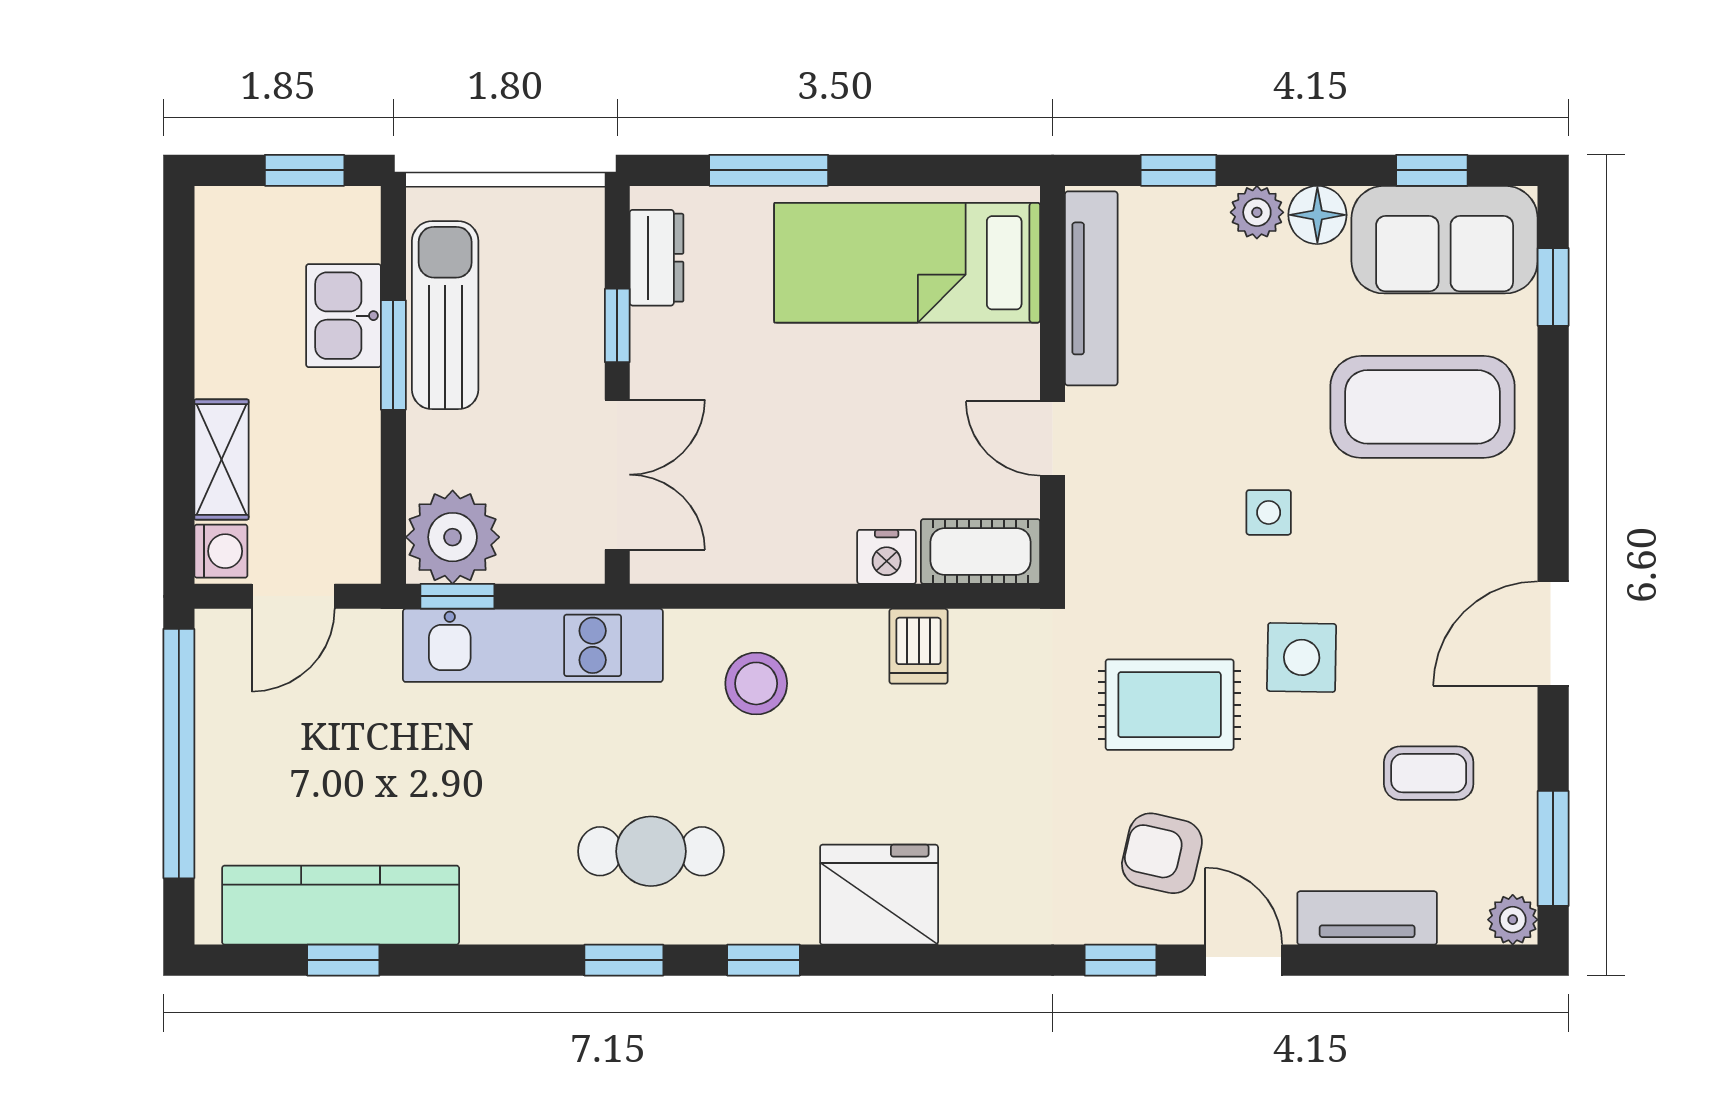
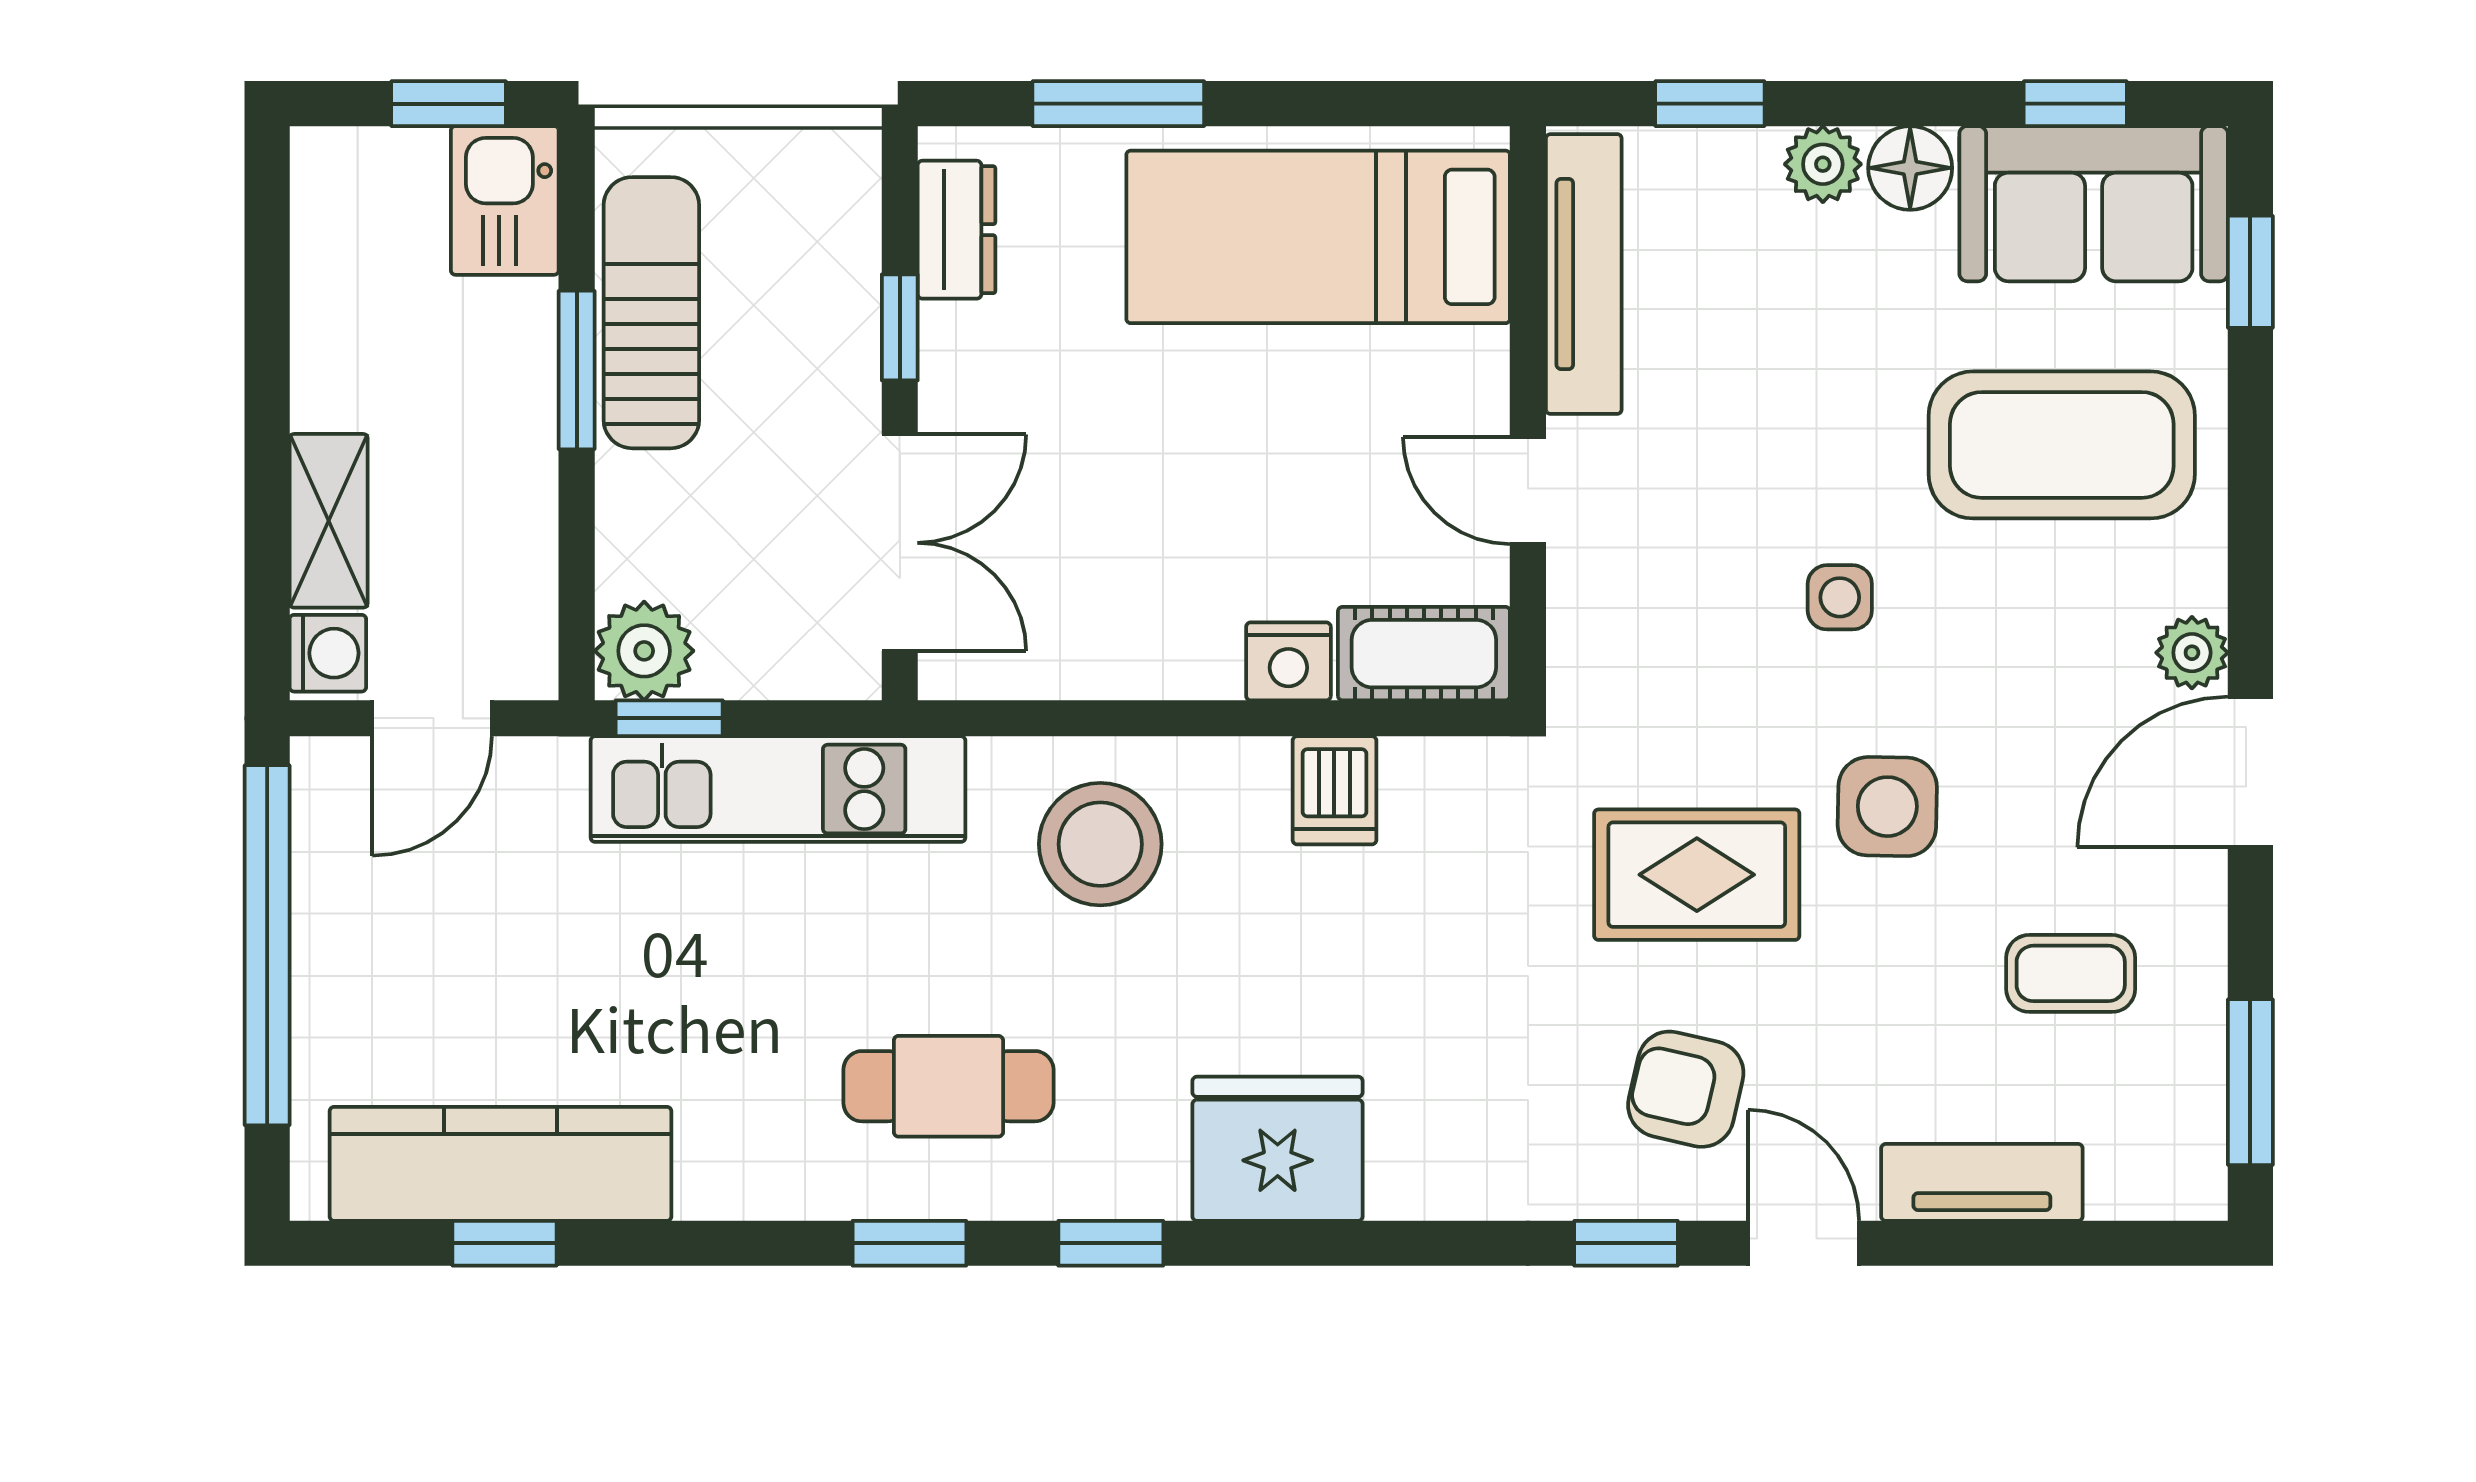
kitchen sink: (344, 316) -> (505, 200), moved
plant: (453, 537) -> (644, 651), width x0.73, depth x0.73
stool: (756, 683) -> (1100, 844), width x1.38, depth x1.38
plant: (1513, 920) -> (2192, 653), moved

